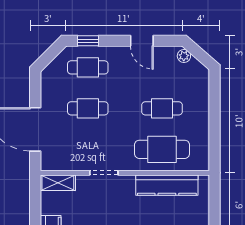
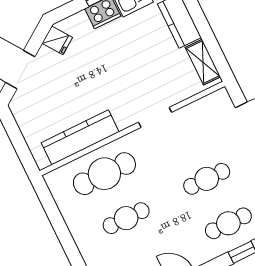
shelving: (58, 183) -> (203, 62), moved, turned 90

